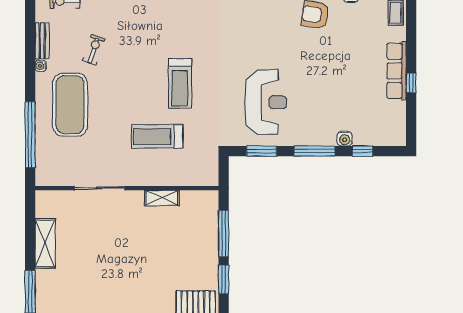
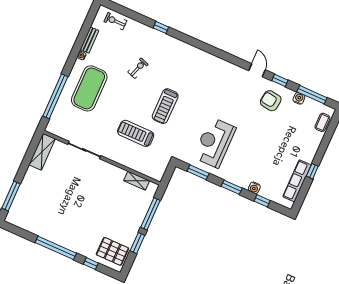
exercise bike: (94, 50) -> (138, 68), moved
row of seats: (397, 71) -> (297, 181), moved
reception desk: (266, 102) -> (214, 142), turned 180
window: (315, 151) -> (232, 187), width x0.69
shelving: (162, 198) -> (137, 181), moved
shelving: (45, 243) -> (42, 152), moved

